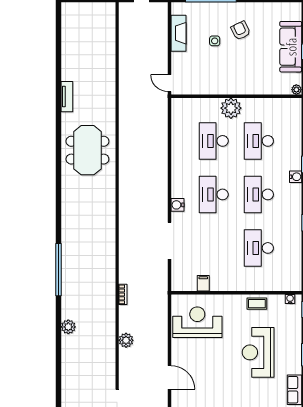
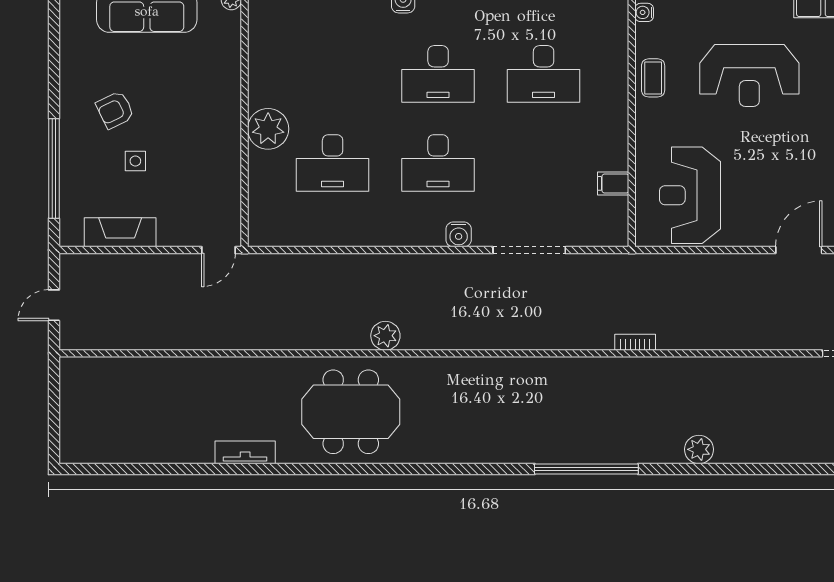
desk: (259, 141) -> (333, 74), removed
plant: (126, 340) -> (385, 336), moved

